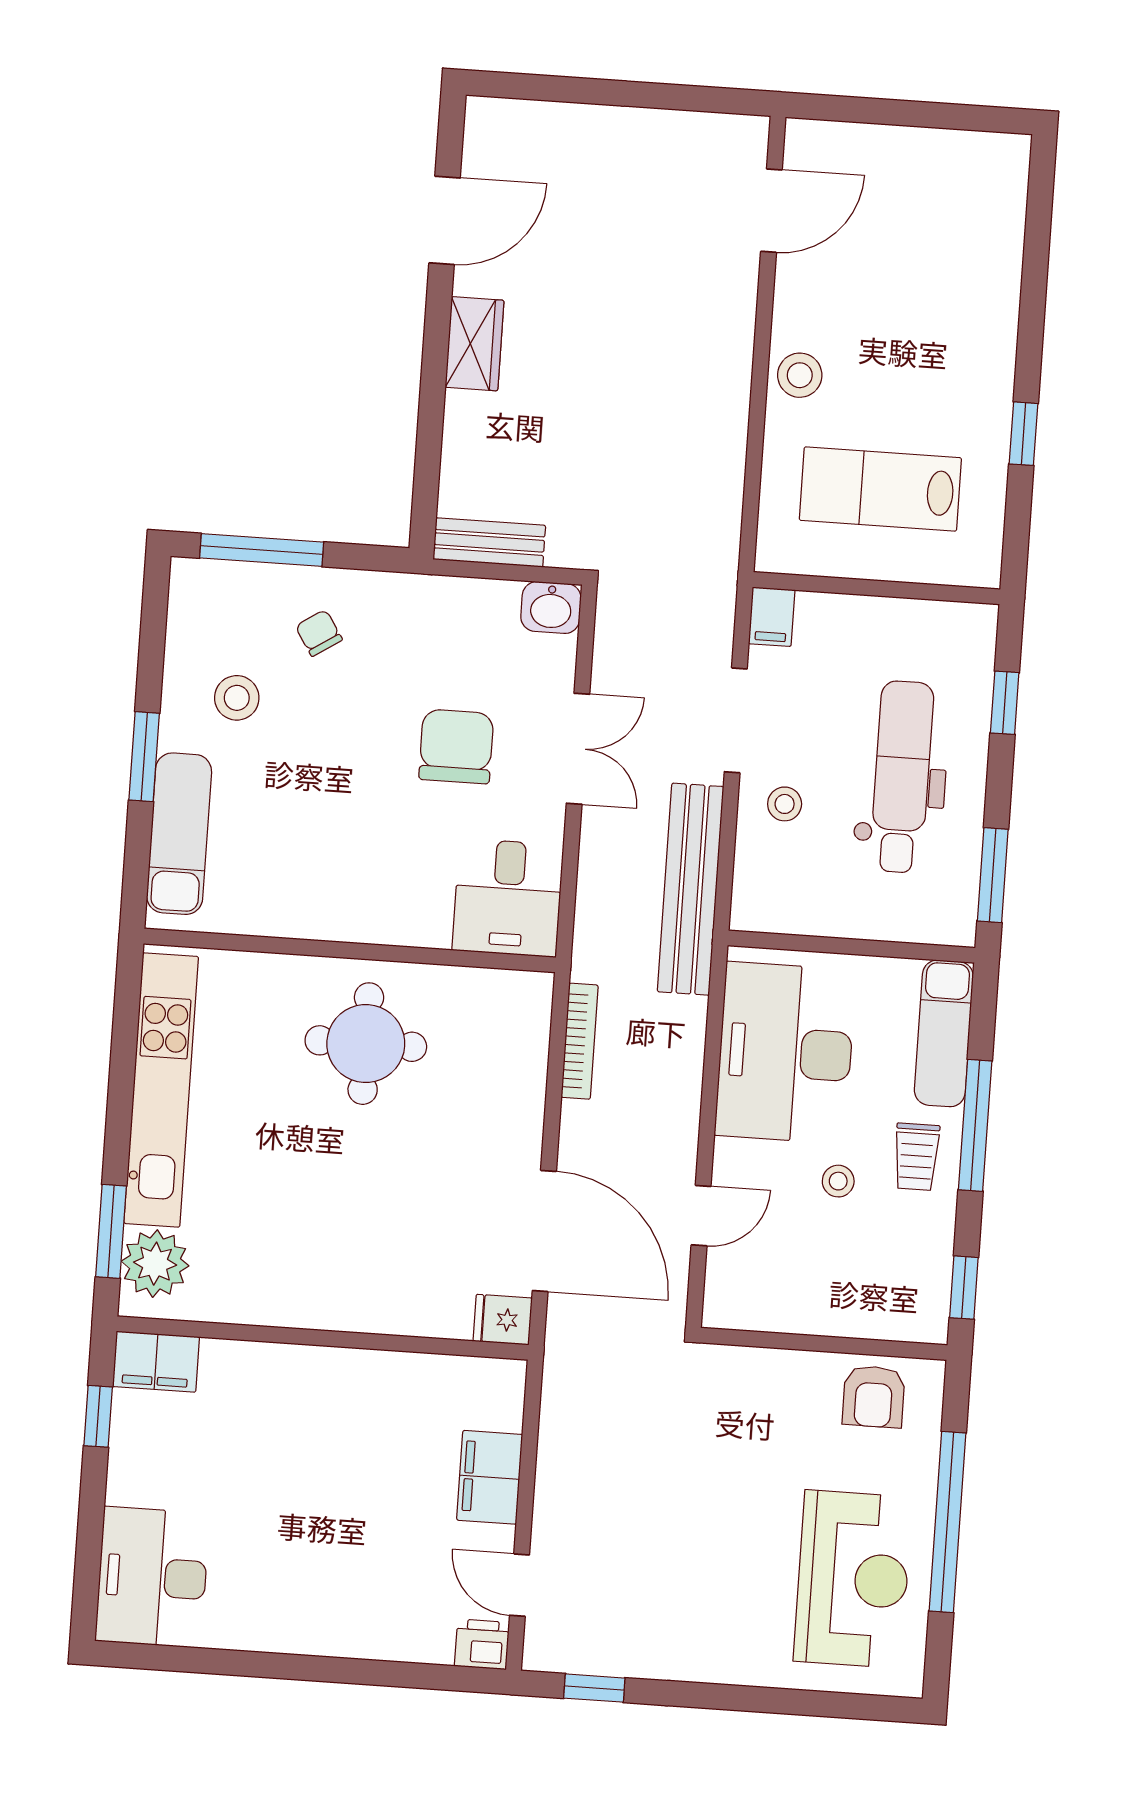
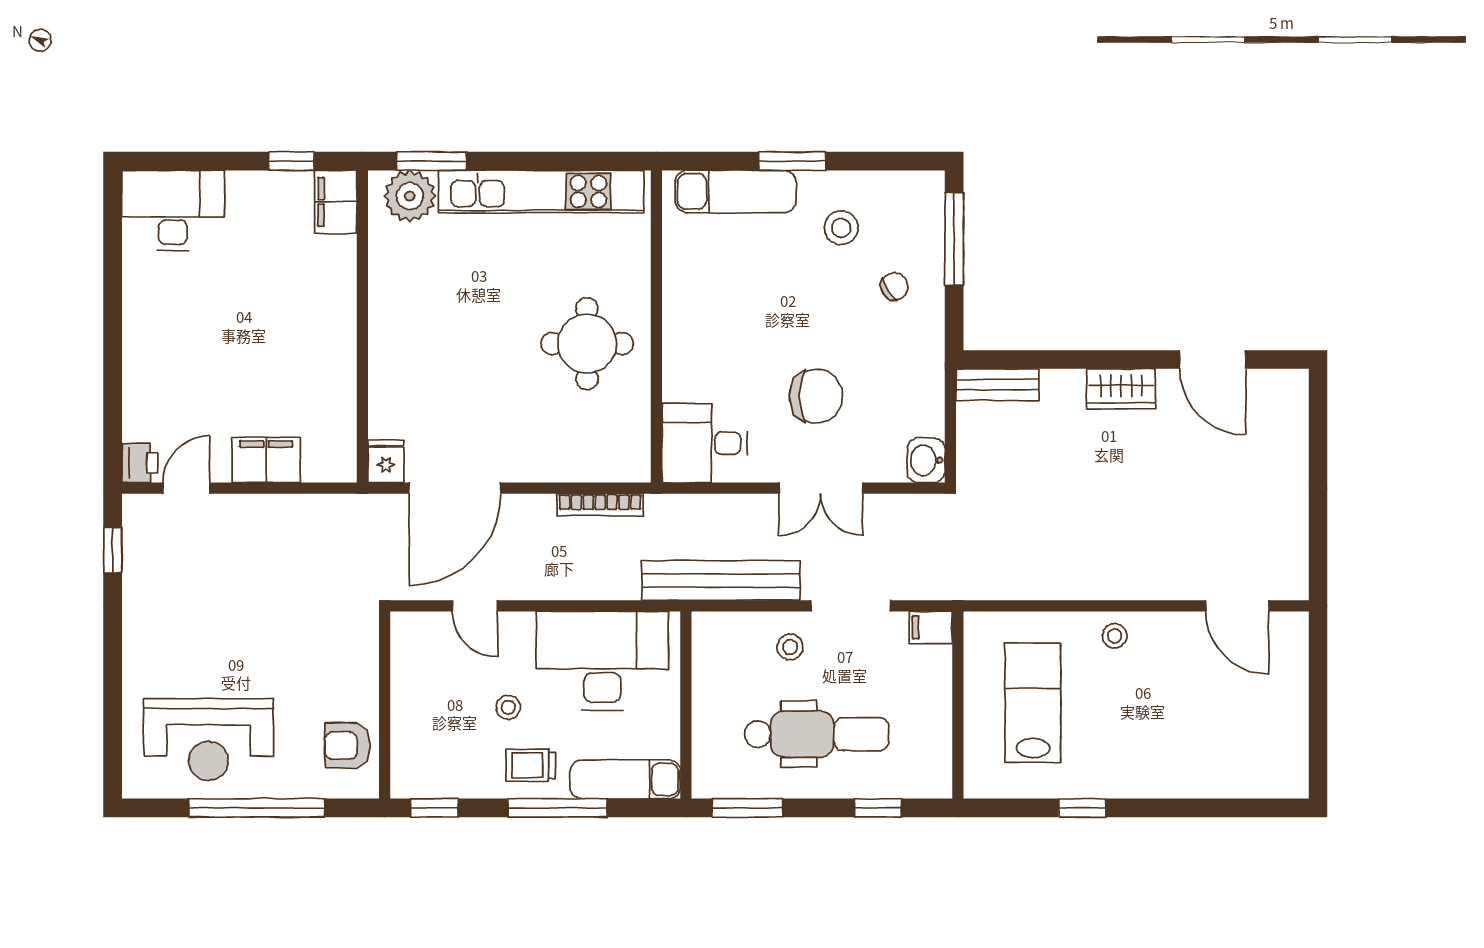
stool: (800, 375) -> (1115, 636), width x0.73, depth x0.73
bench: (489, 542) -> (998, 385), moved, turned 90

